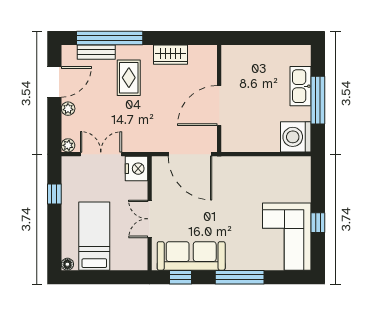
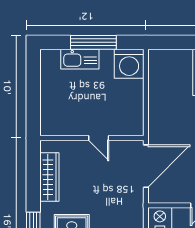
wardrobe: (171, 55) -> (49, 177), width x1.50
door: (219, 106) -> (99, 138), width x0.53

